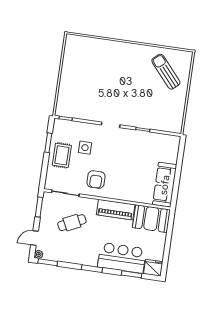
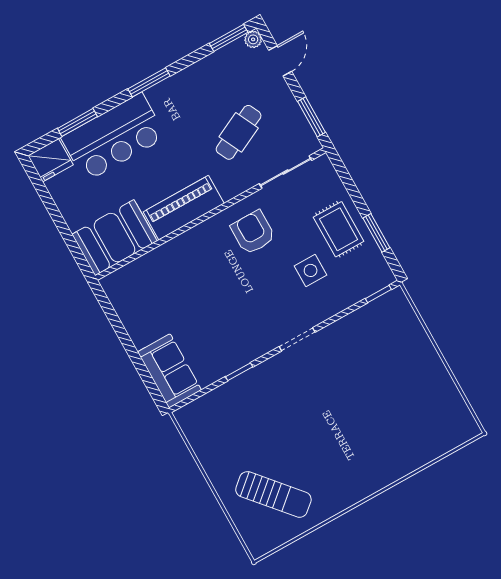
sofa: (165, 185) -> (170, 371), moved, width x0.73

